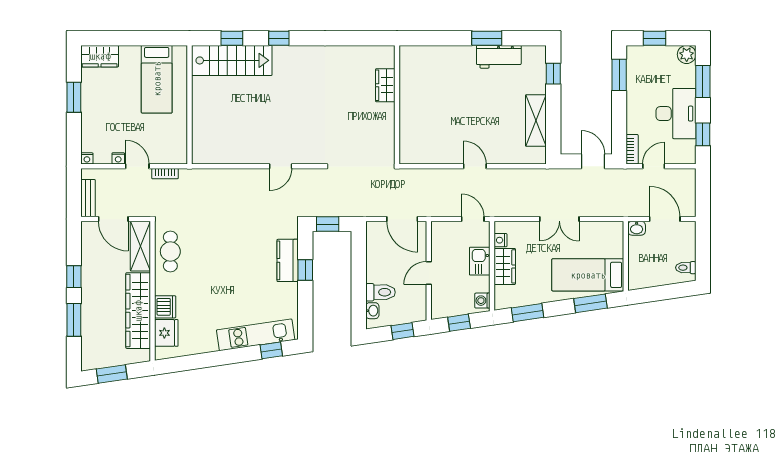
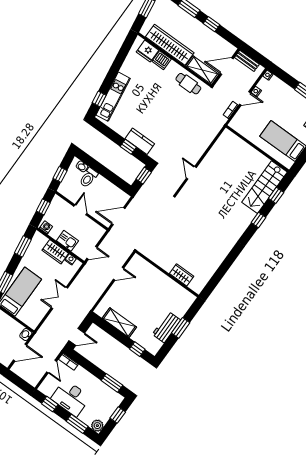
wardrobe: (385, 85) -> (182, 275), moved
wall: (397, 105) -> (167, 274), moved

